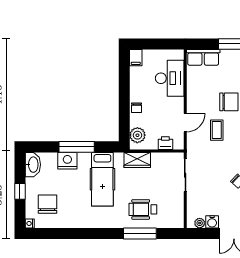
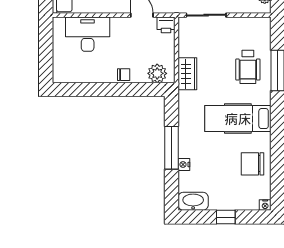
filing cabinet: (136, 58) -> (62, 75), removed
printer: (165, 143) -> (166, 25), moved, turned -90
nightstand: (67, 161) -> (184, 164), width x0.53, depth x0.56
hospital bed: (102, 179) -> (238, 119), moved, turned 180
chair: (48, 204) -> (253, 164), moved

